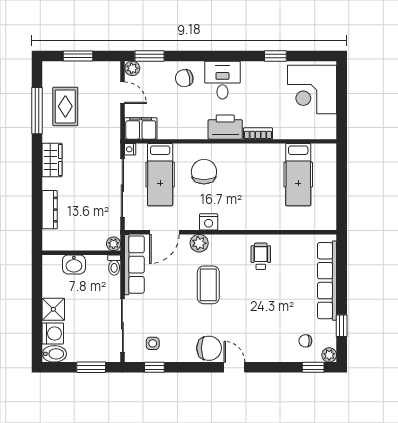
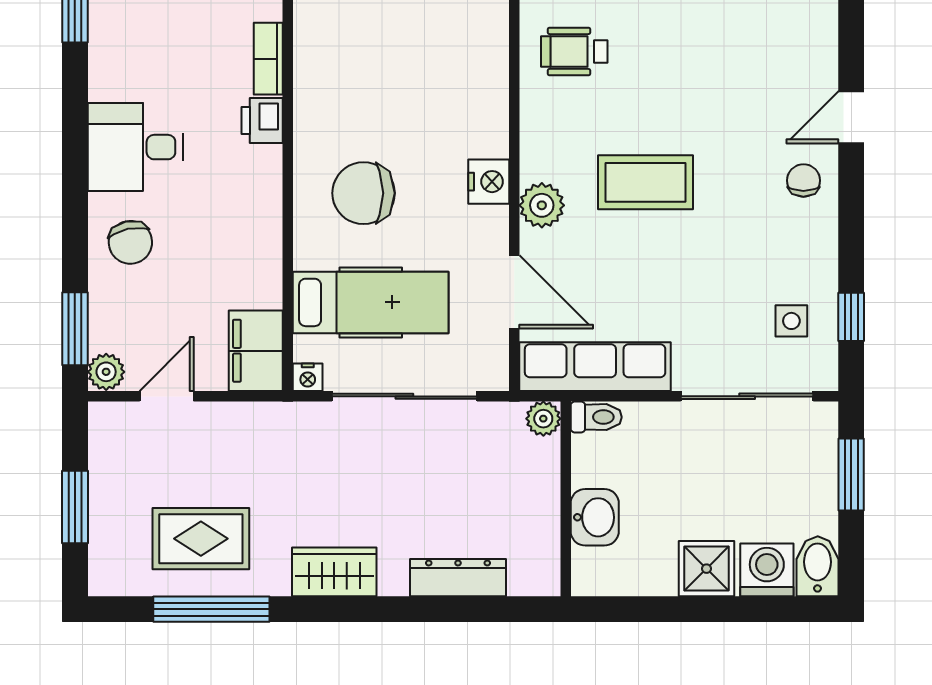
printer: (225, 127) -> (262, 121), width x0.53, depth x0.68
chair: (209, 348) -> (803, 180), width x0.54, depth x0.54

